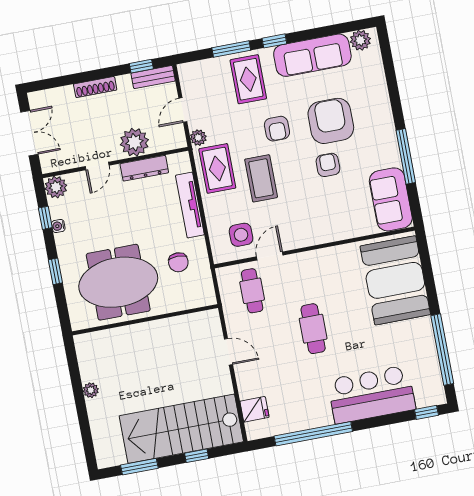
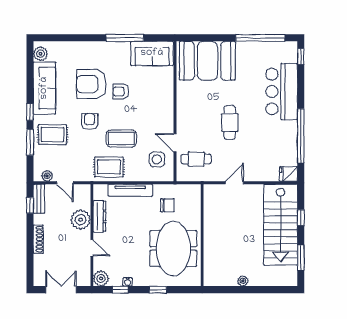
armchair: (277, 129) -> (90, 121), turned -90
plant: (198, 138) -> (47, 176), moved
cafe table: (313, 329) -> (230, 123), turned 90
fridge: (254, 409) -> (289, 174), moved, turned -90

